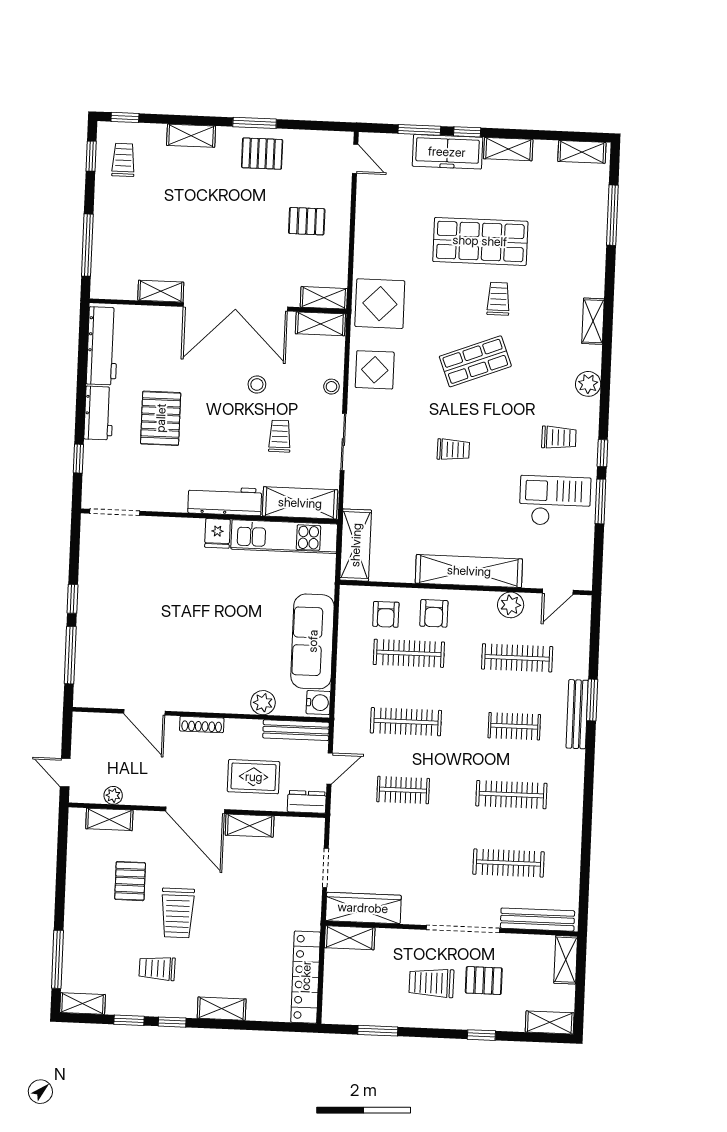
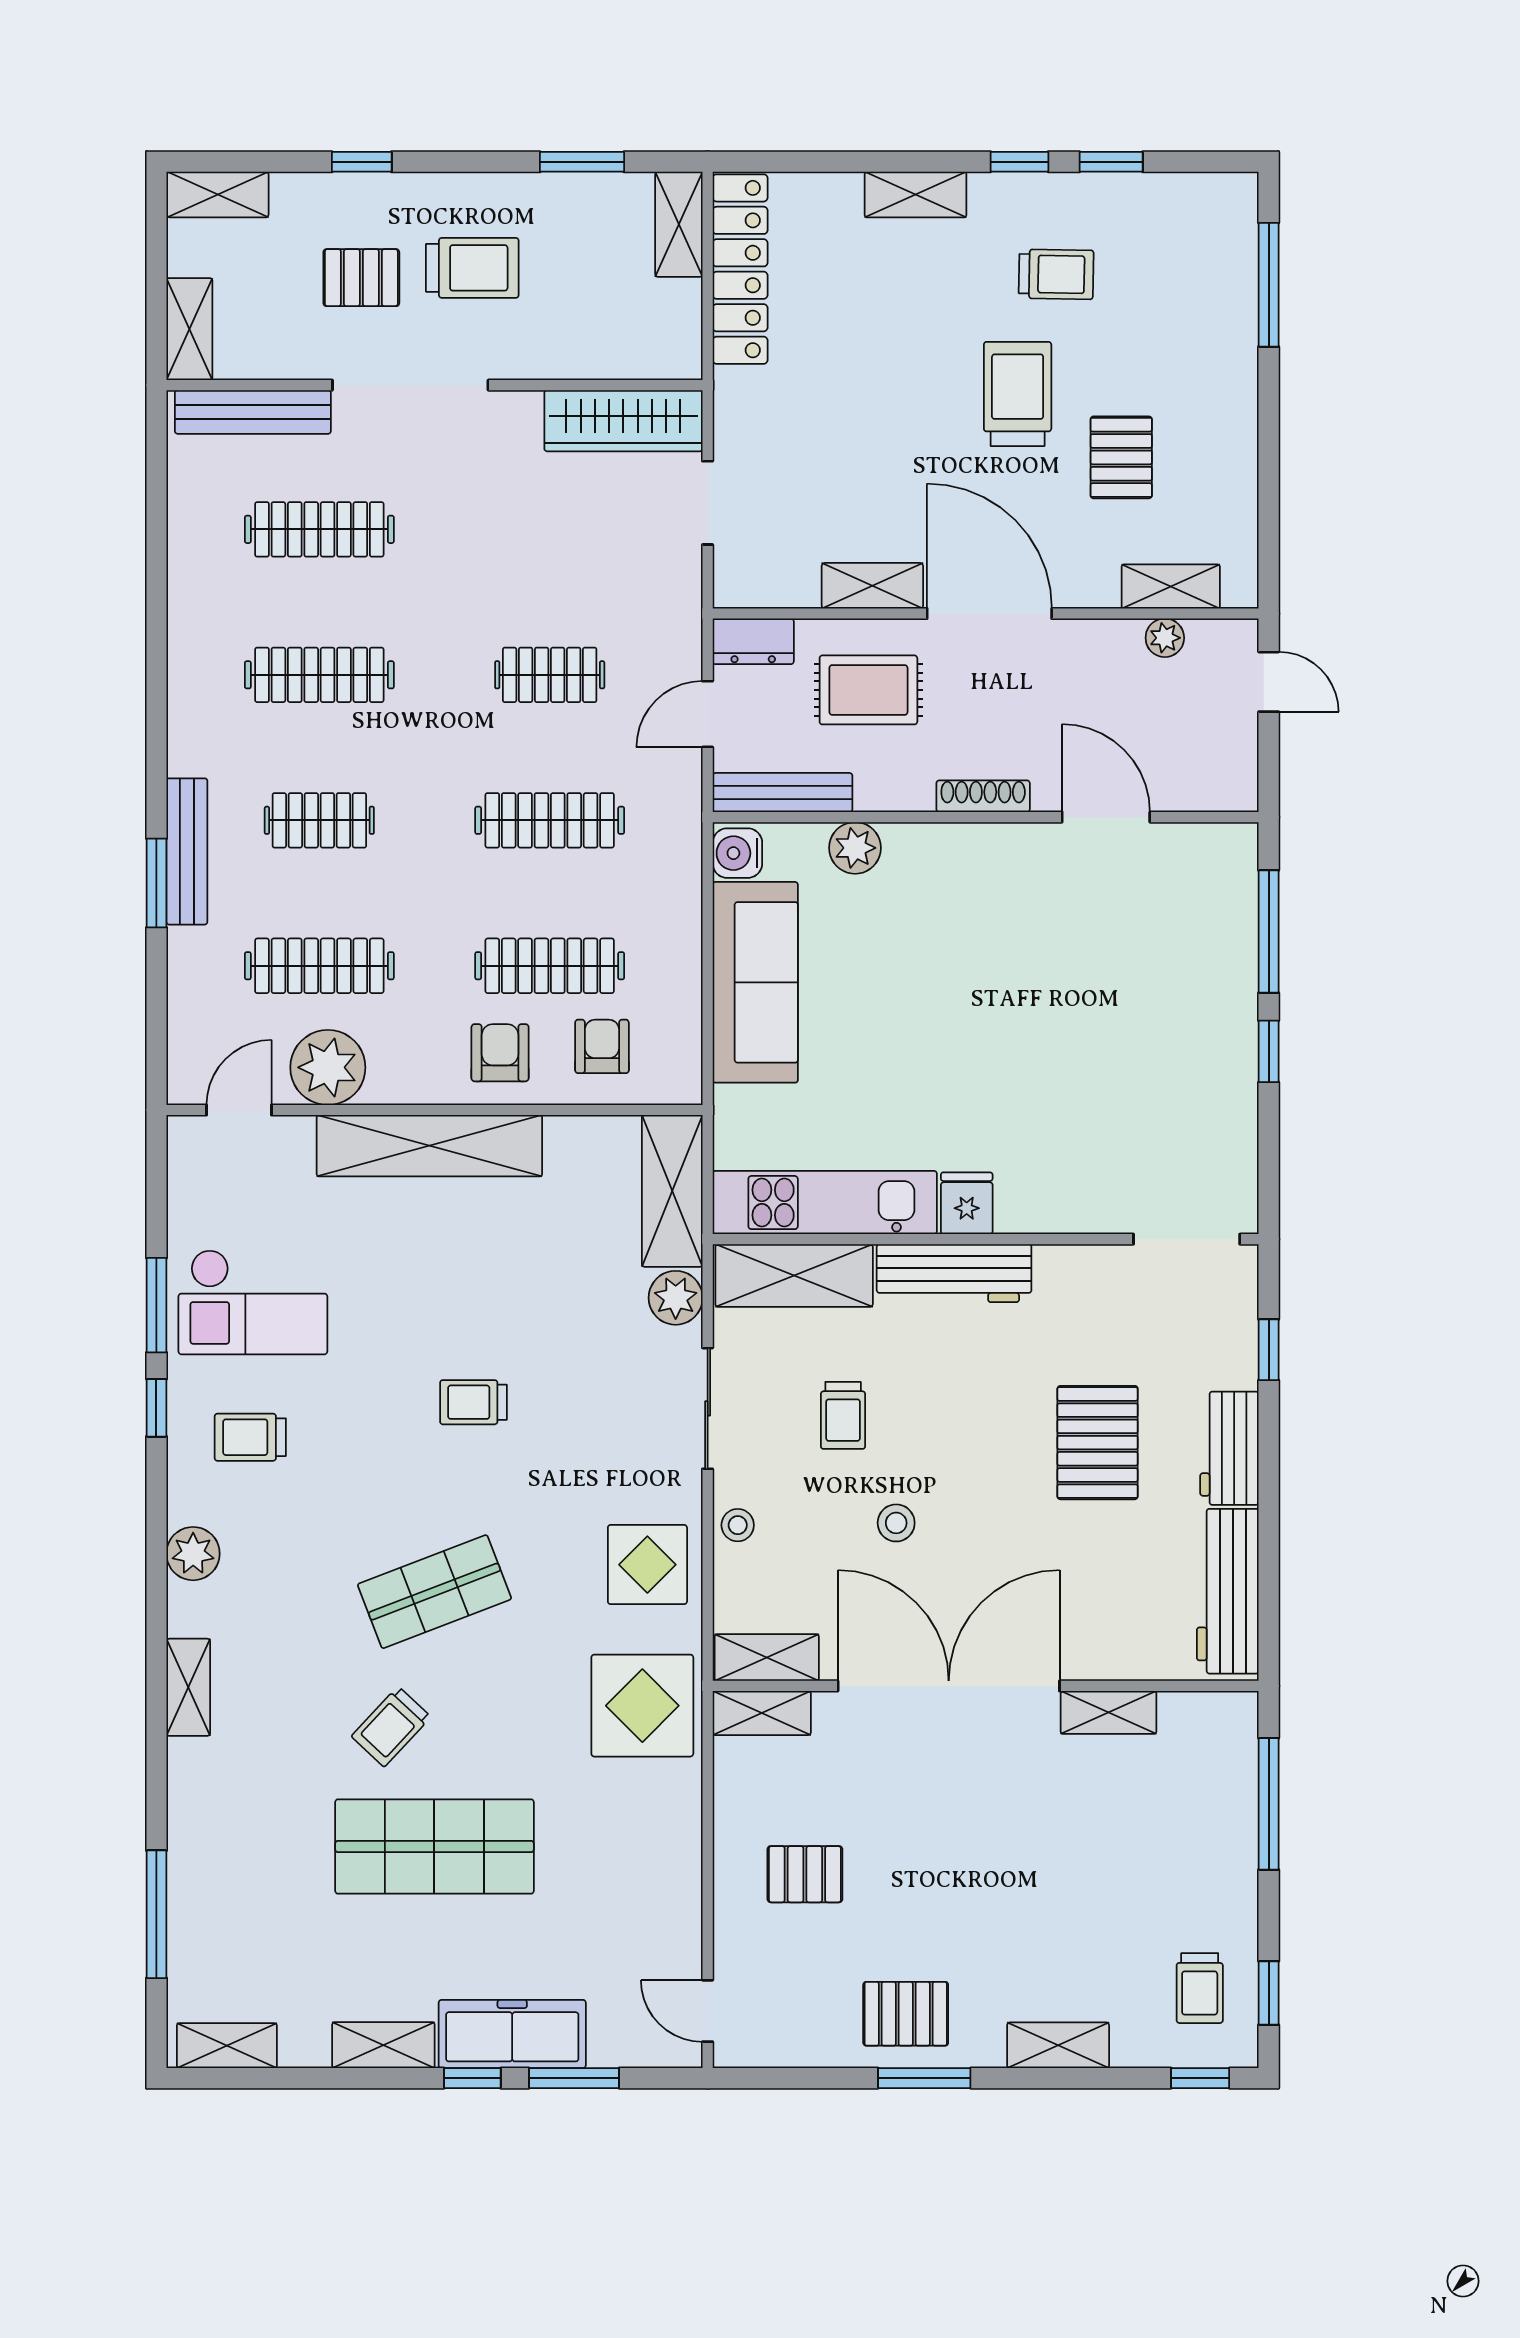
trolley: (498, 299) -> (391, 1727), turned 43
plant: (356, 495) -> (676, 1298), added
plant: (511, 605) -> (328, 1067), width x1.36, depth x1.36
shelving: (350, 938) -> (679, 224), moved, turned 90
shelving: (83, 1004) -> (1211, 193), removed

